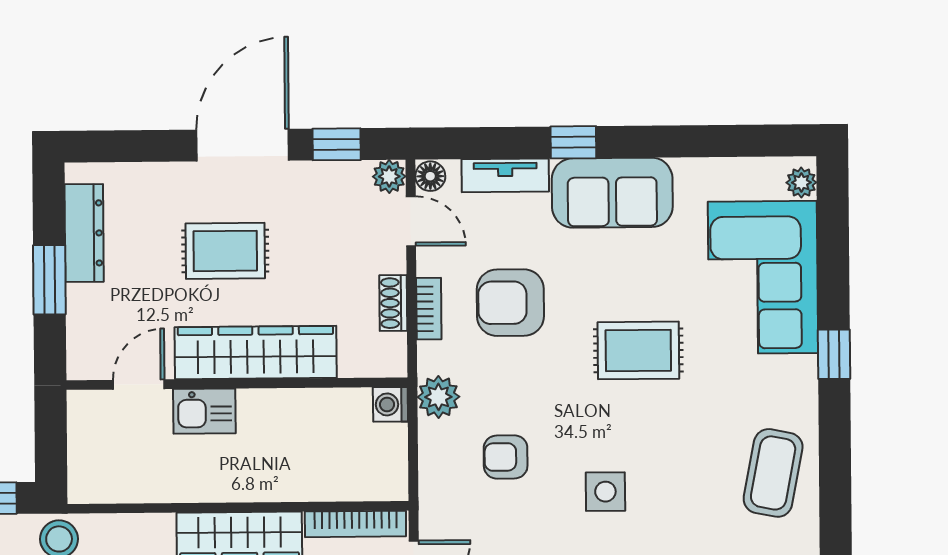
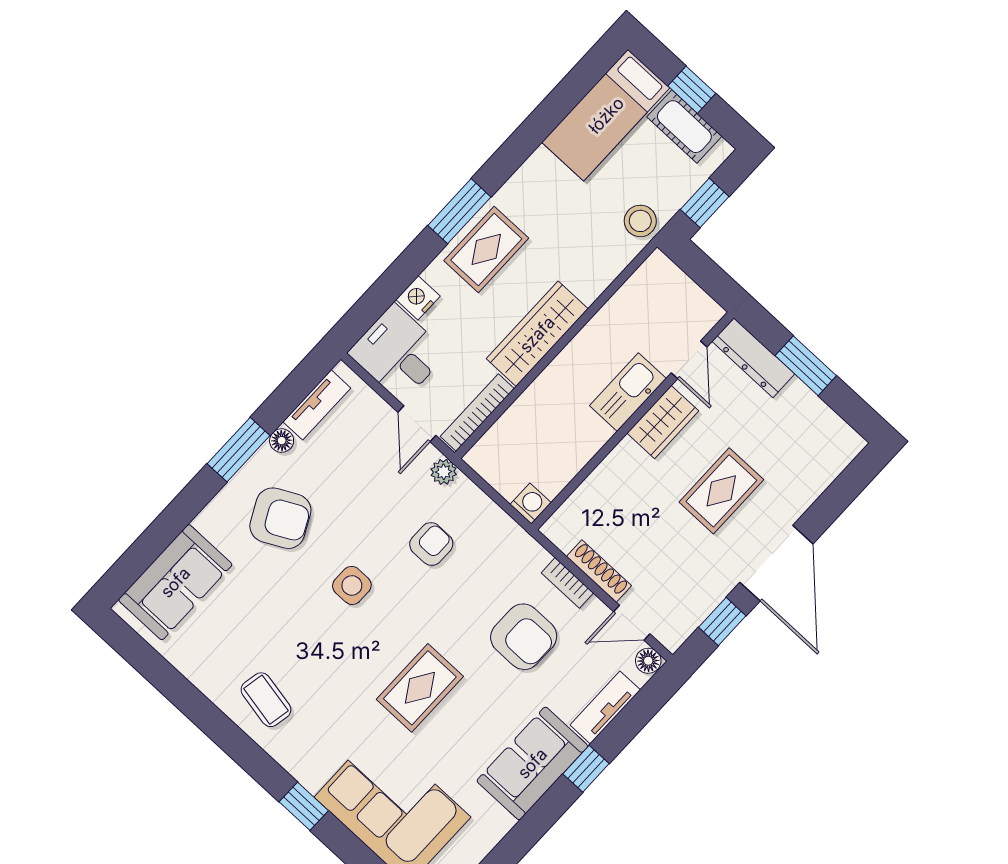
plant: (389, 176) -> (672, 635), removed
dresser: (84, 233) -> (753, 358), moved
shoe rack: (393, 303) -> (599, 571), width x1.43
armchair: (510, 303) -> (524, 637), turned 90
wardrobe: (256, 353) -> (663, 422), width x0.48, depth x0.85
plant: (438, 397) -> (444, 472), moved, width x0.73, depth x0.73
kitchen sink: (204, 411) -> (628, 392), width x1.38
coffee table: (773, 473) -> (266, 700), width x0.73, depth x0.77

